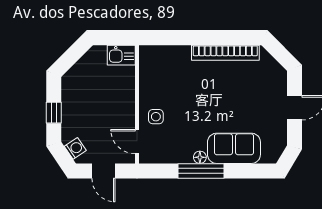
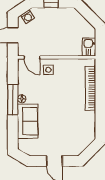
bookcase: (225, 53) -> (90, 88), moved
door: (137, 142) -> (32, 57), swing flipped

